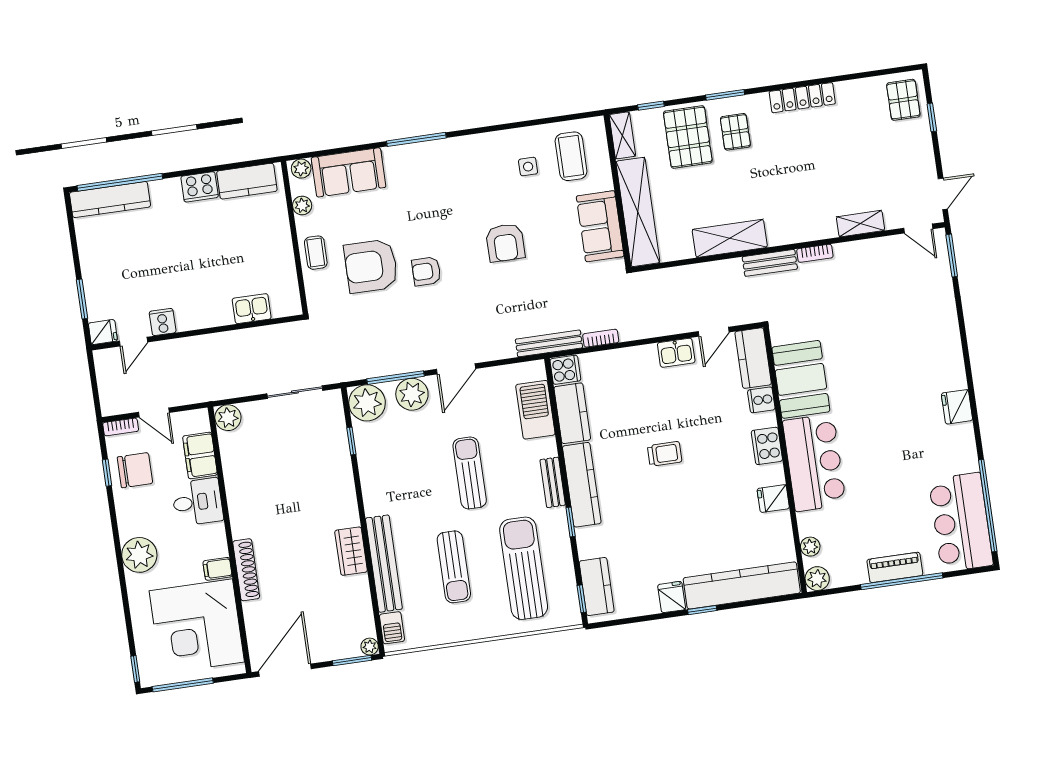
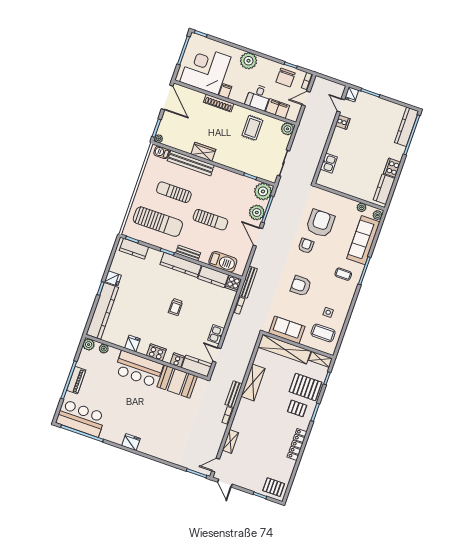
sofa: (349, 172) -> (363, 240), width x1.36
coffee table: (316, 253) -> (343, 274), moved
rug: (260, 484) -> (252, 128), added

